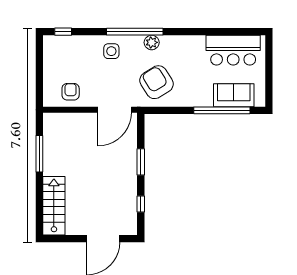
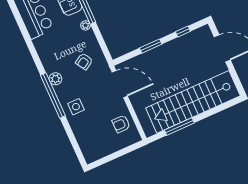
window: (63, 32) -> (78, 150), removed
armchair: (157, 82) -> (84, 61), width x0.53, depth x0.53
plant: (195, 101) -> (86, 25), added
stairs: (54, 206) -> (193, 102), width x1.86, depth x1.51

